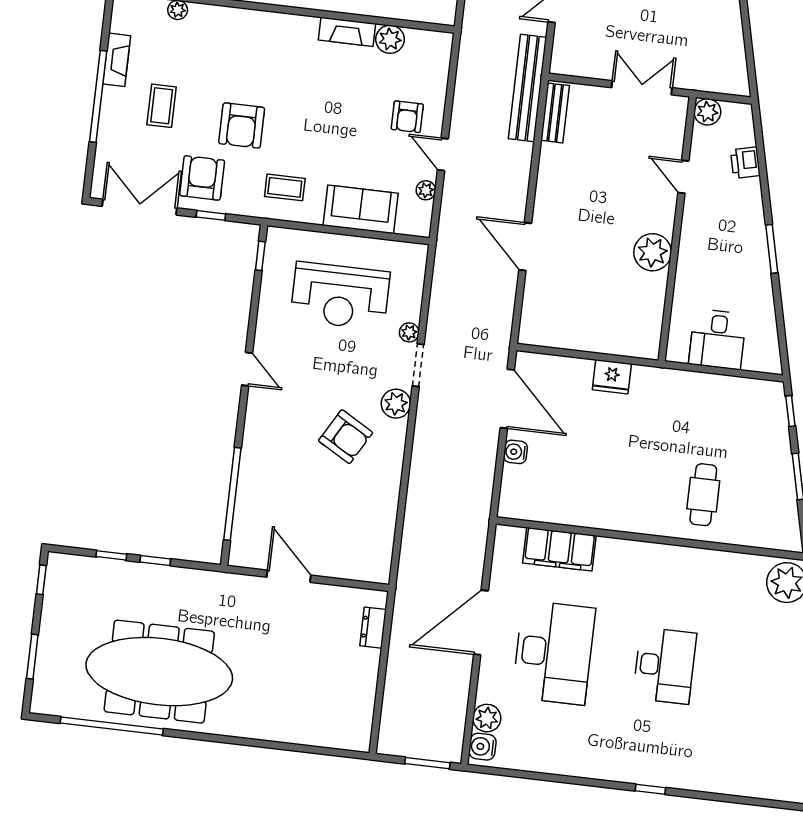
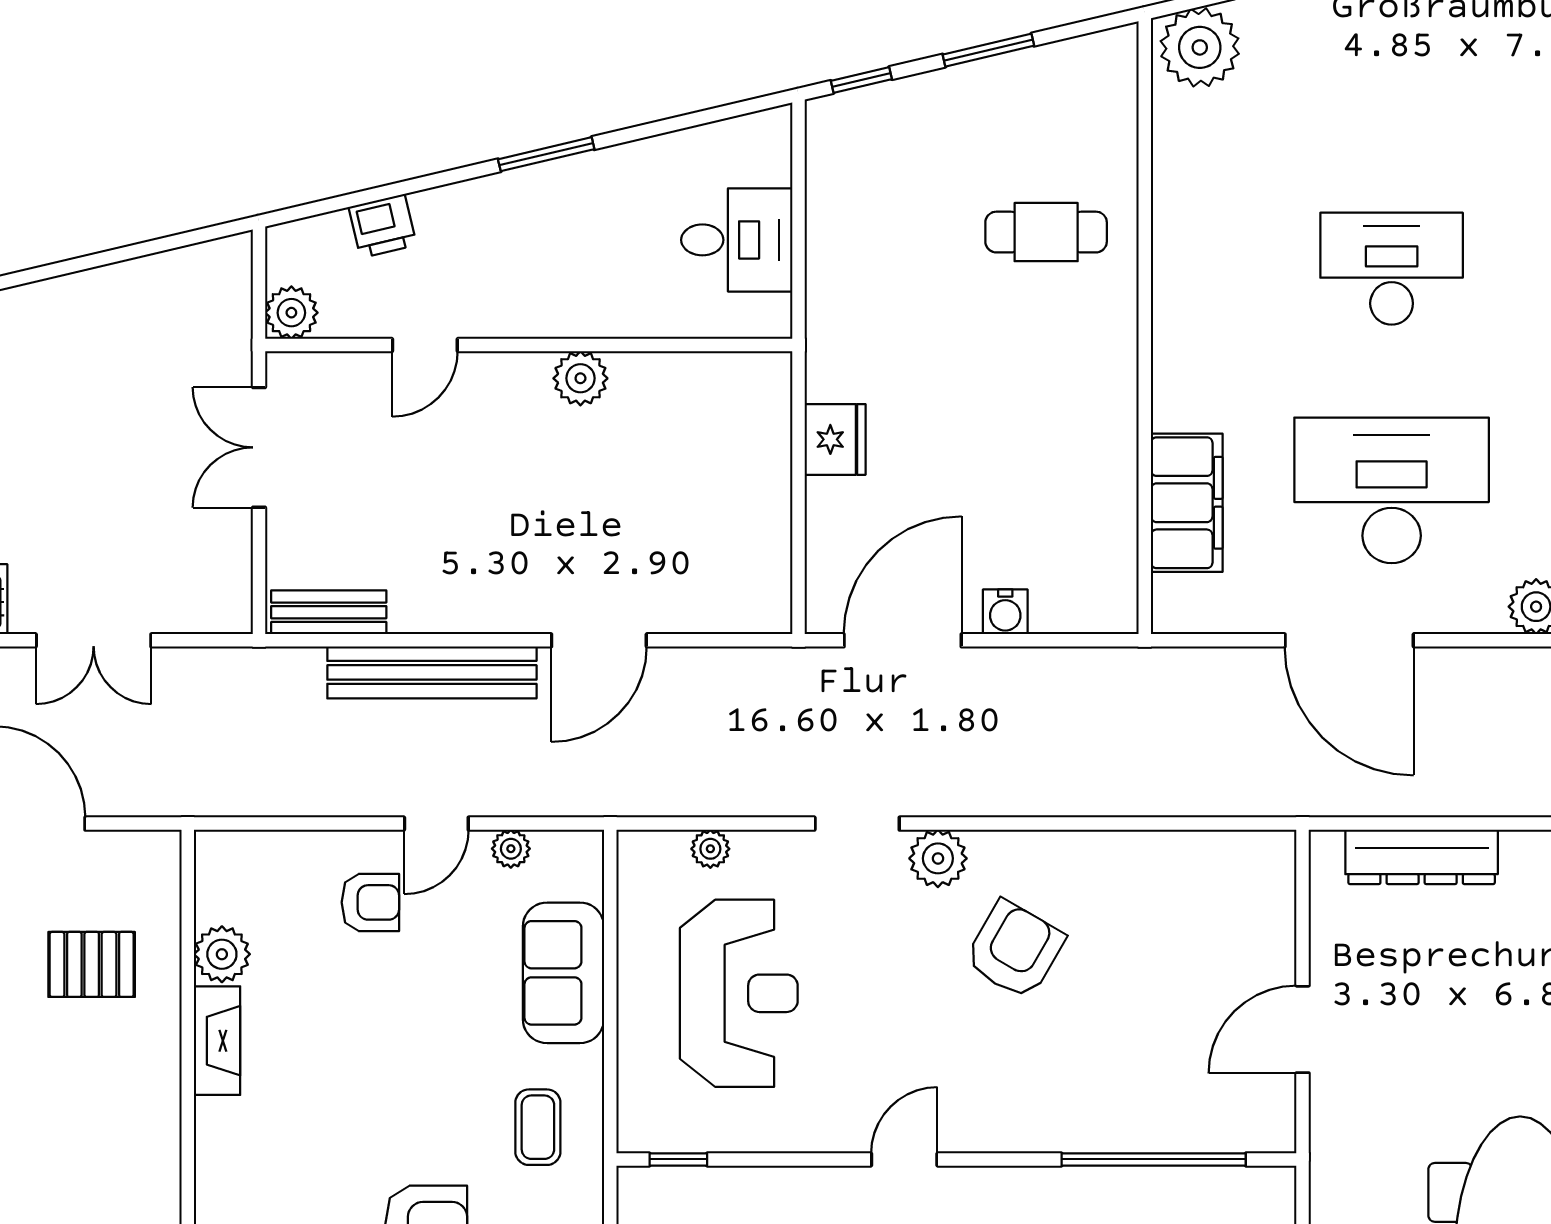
bench: (527, 88) -> (432, 672), moved
plant: (653, 252) -> (580, 378), width x0.73, depth x0.73
plant: (409, 332) -> (710, 849), moved
dresser: (373, 628) -> (1422, 857), width x1.96, depth x1.24

